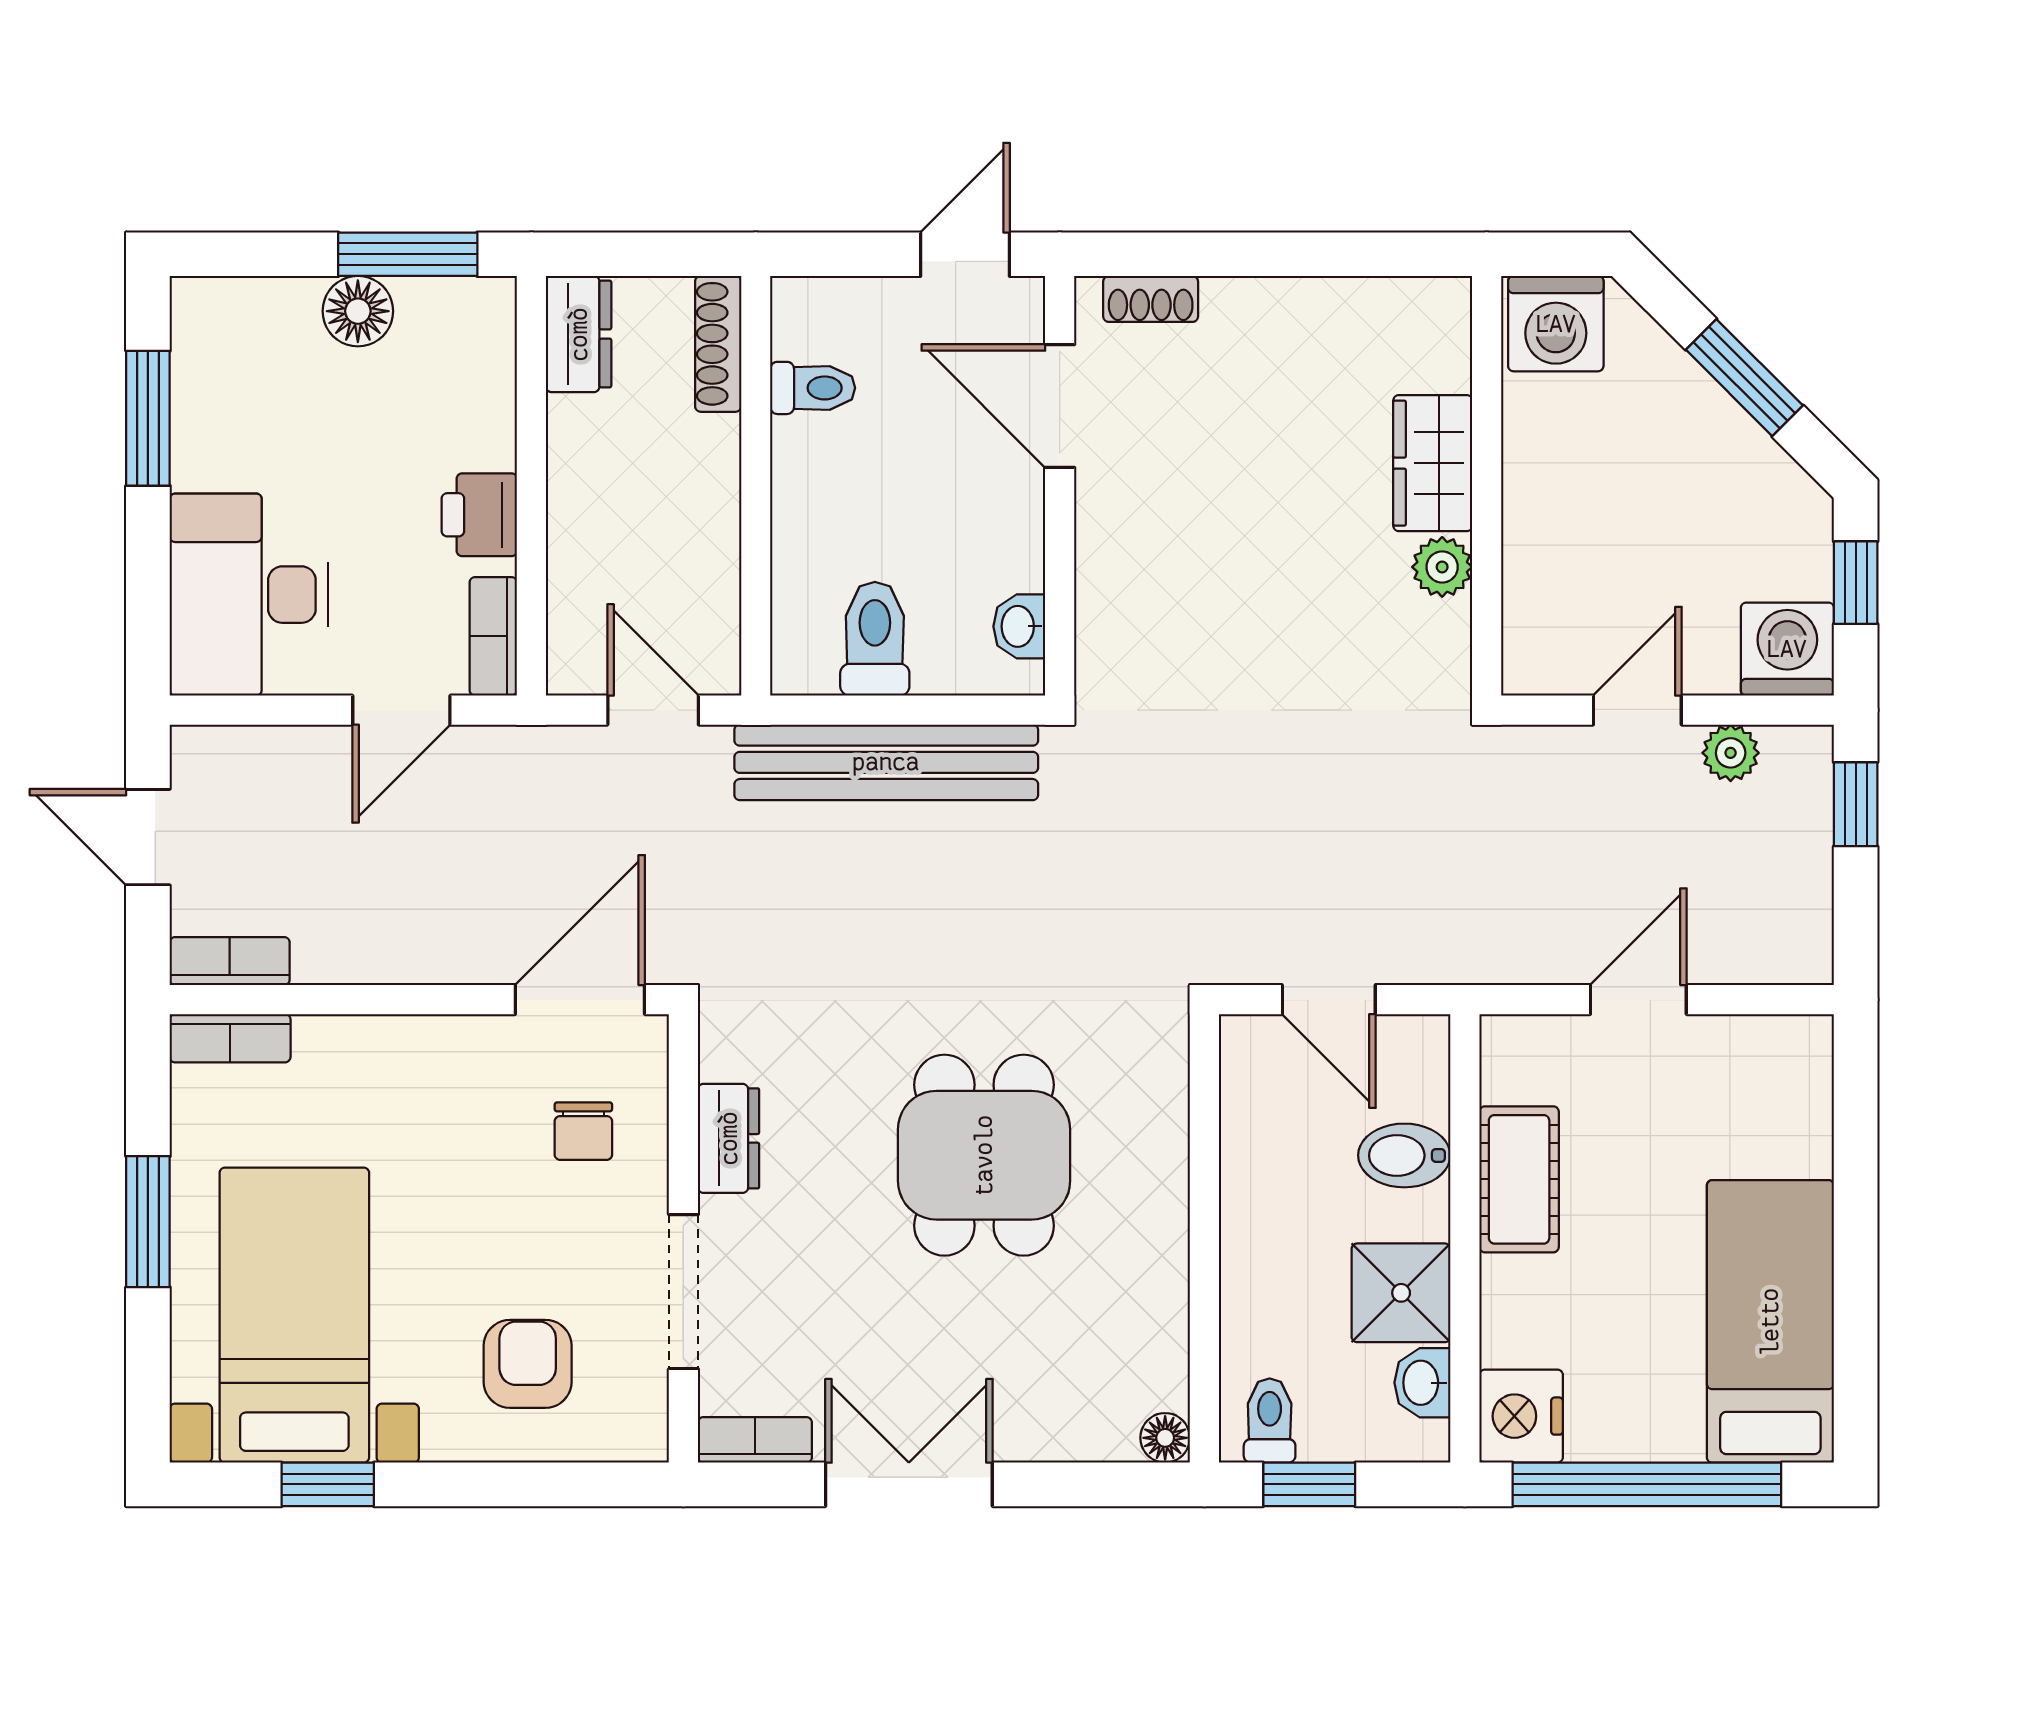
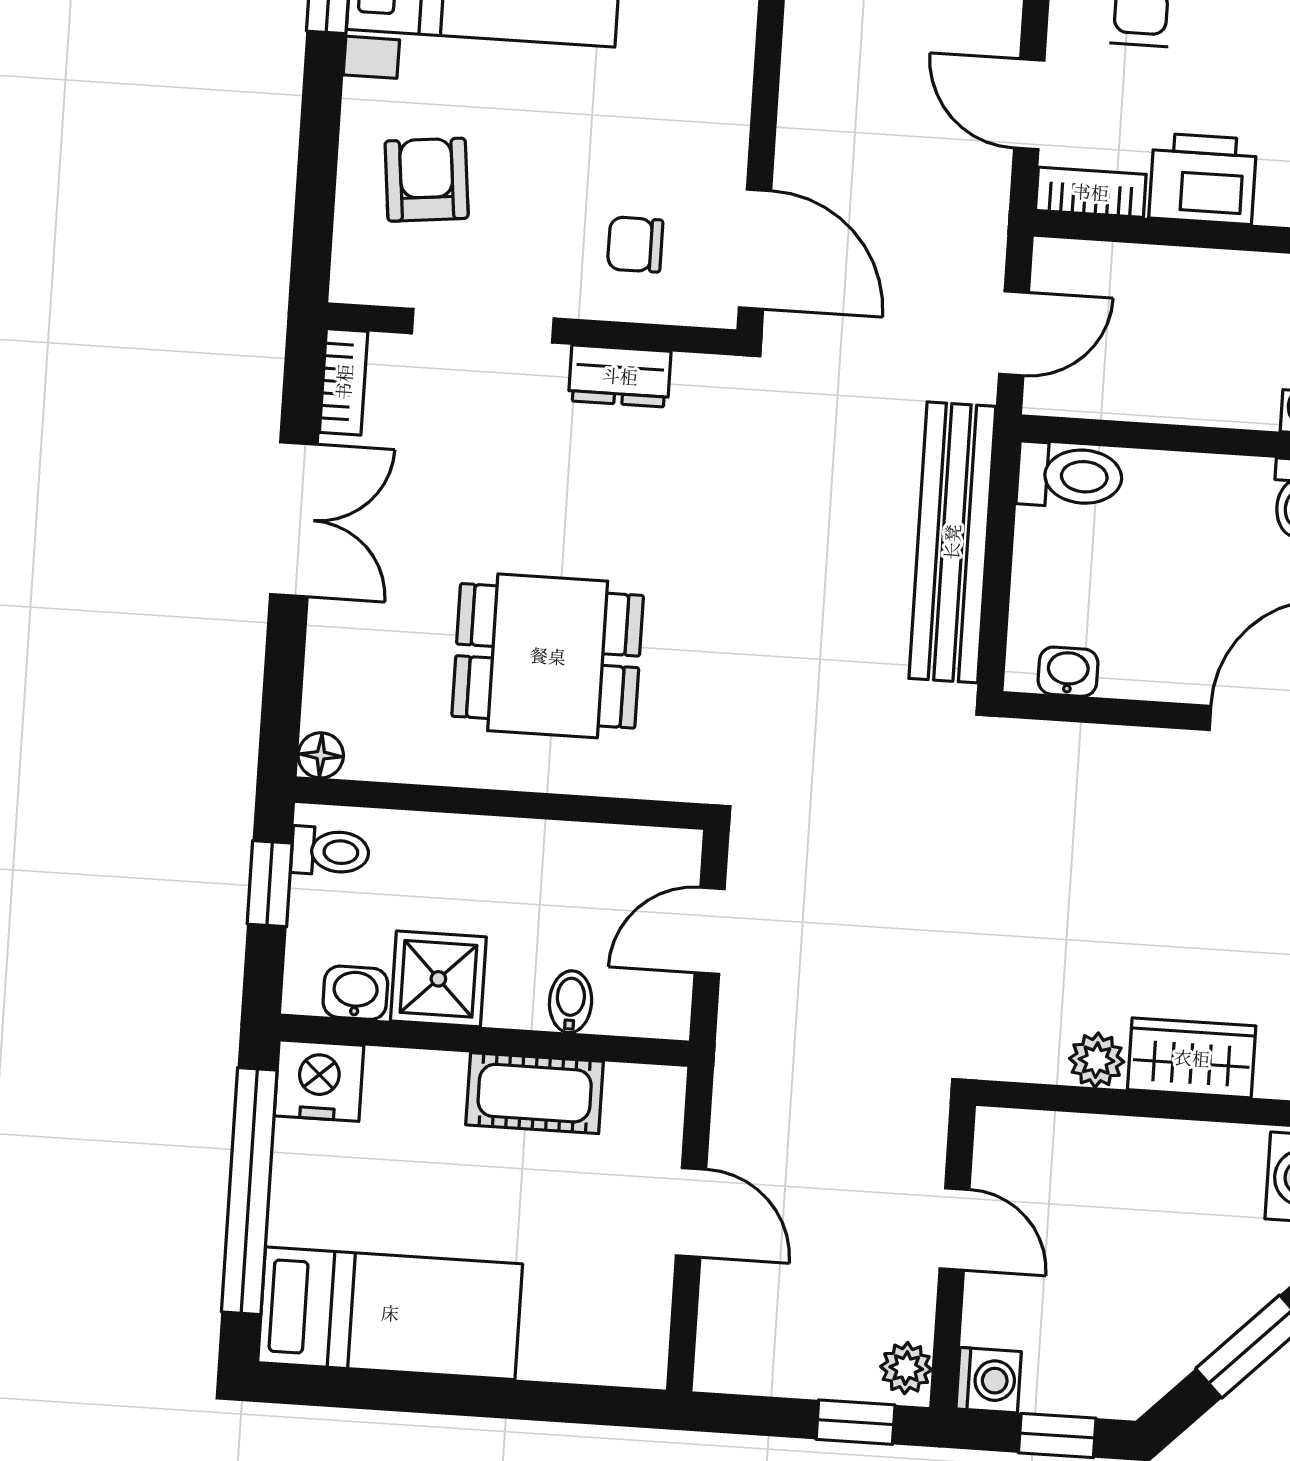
printer: (479, 515) -> (1203, 179), width x1.36, depth x1.24
toilet: (875, 639) -> (1070, 476), moved
washing machine: (1787, 649) -> (989, 1380), width x0.73, depth x0.73
plant: (1731, 753) -> (906, 1368), moved
dining table: (984, 1155) -> (548, 656), moved
bidet: (1404, 1155) -> (571, 1002), width x0.72, depth x0.74
armchair: (528, 1364) -> (427, 180), turned -96

